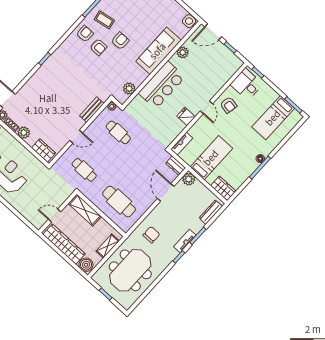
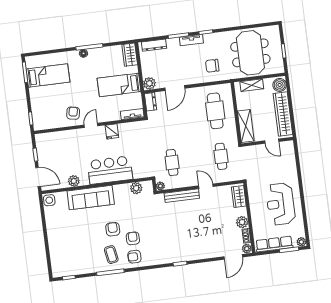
armchair: (120, 41) -> (113, 229), turned 90
desk: (246, 84) -> (47, 117), removed
bench: (92, 110) -> (182, 196), width x1.36
meeting table: (130, 270) -> (250, 53), turned 90

